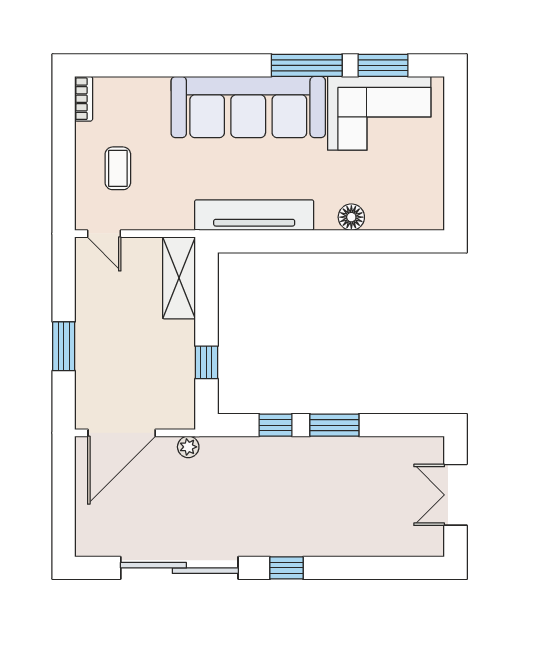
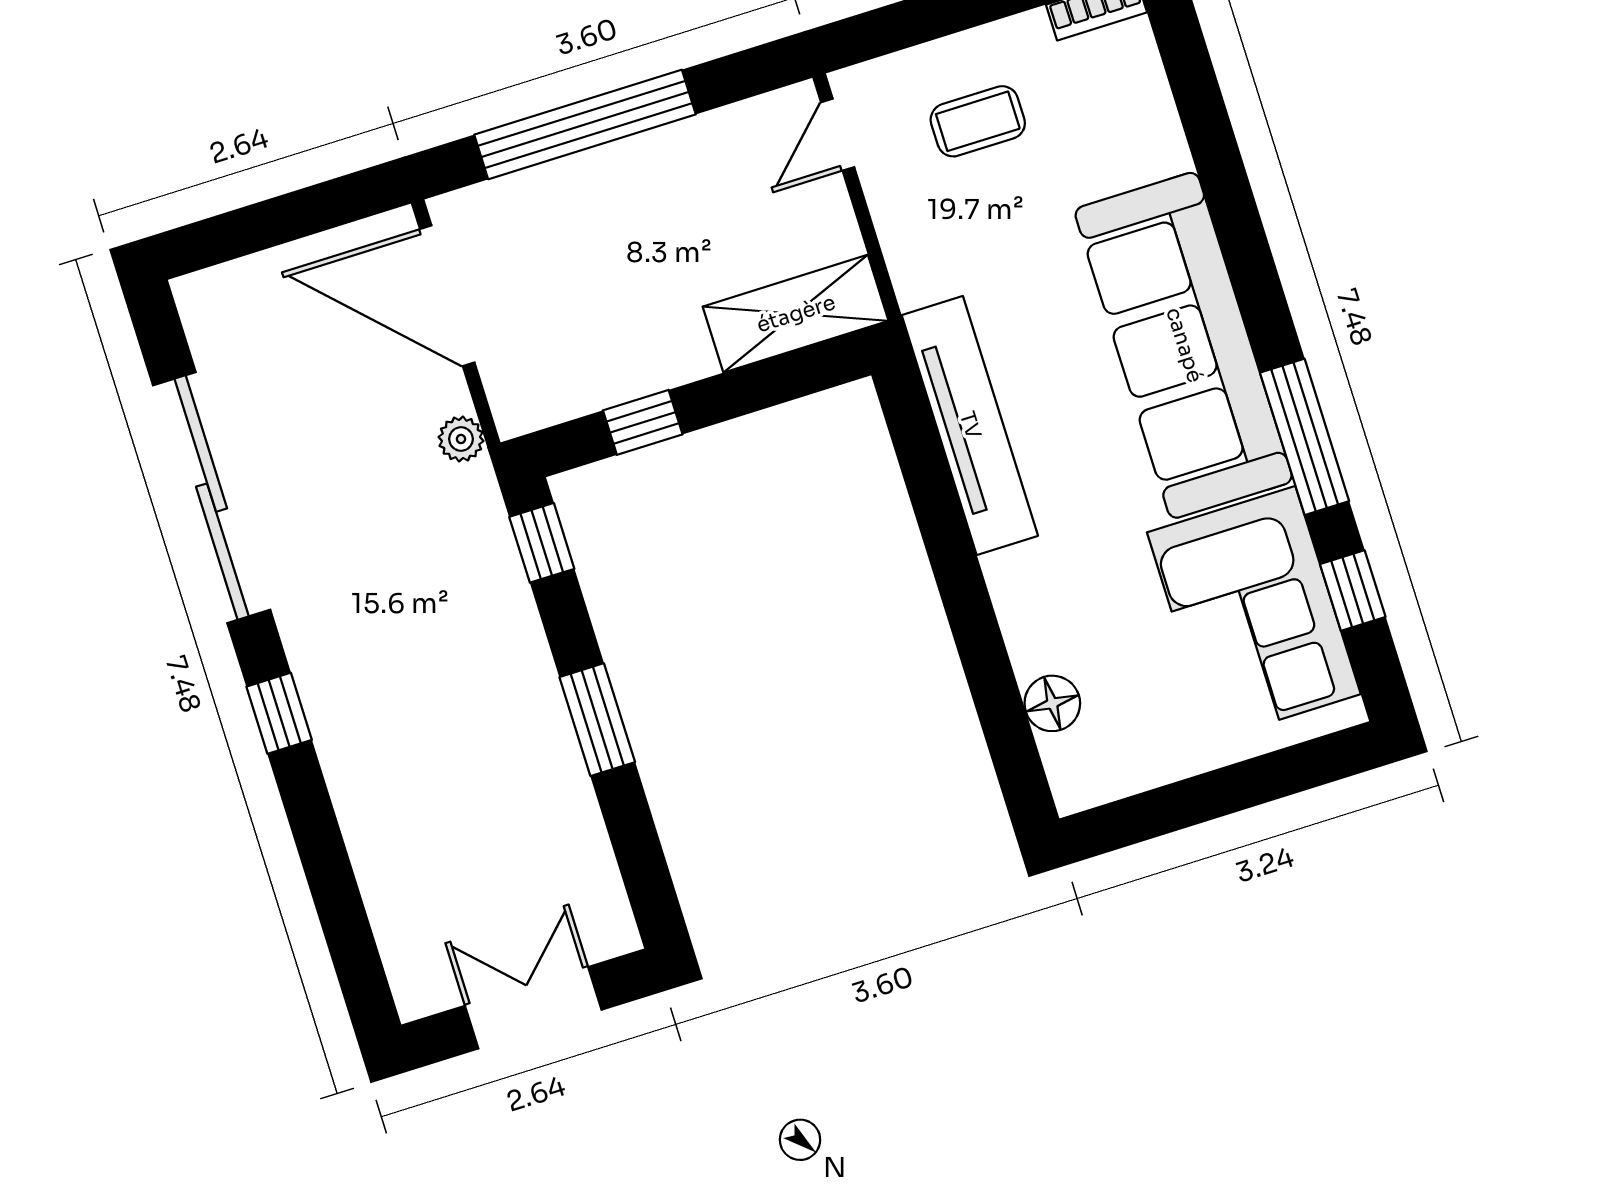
window: (383, 65) -> (1353, 590), width x0.67
floor lamp: (351, 217) -> (1052, 703), moved
window: (64, 346) -> (585, 124), width x2.11
window: (276, 425) -> (542, 543), moved

